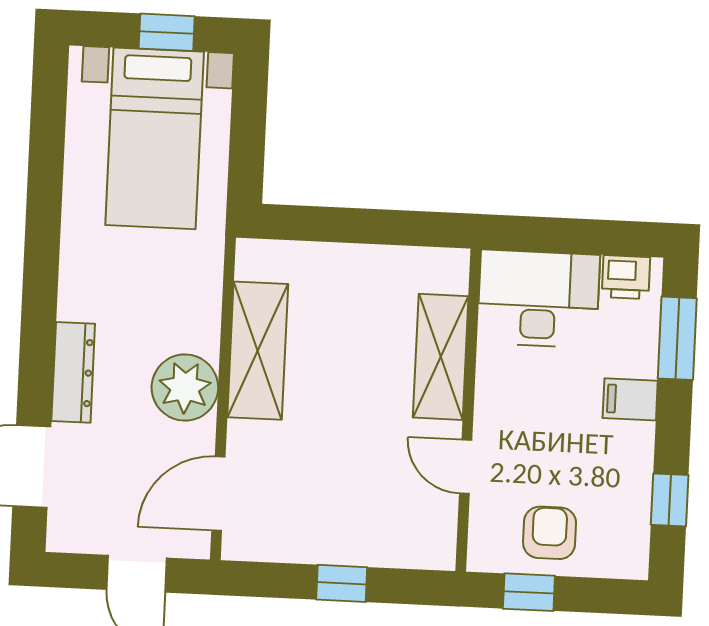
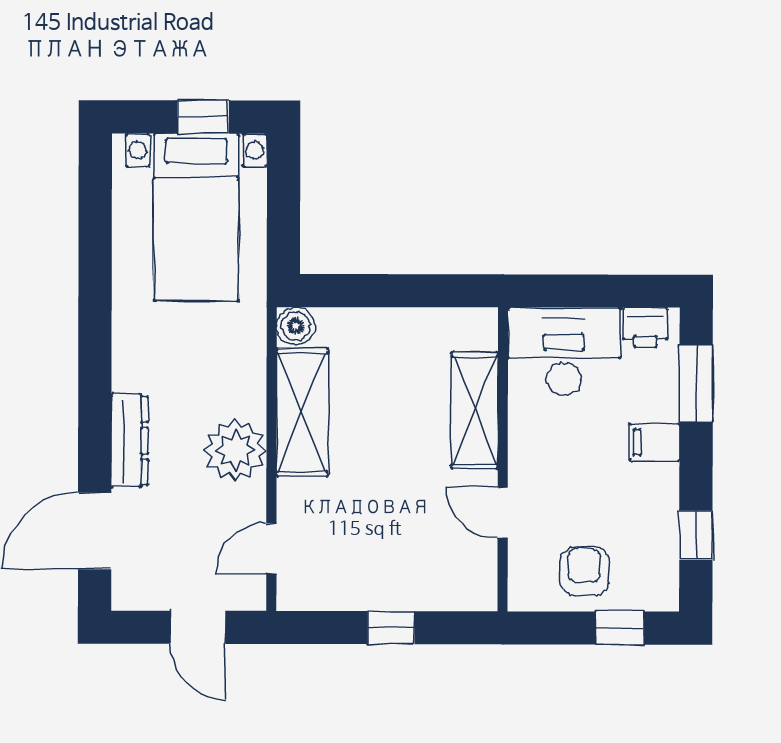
boiler: (255, 259) -> (296, 326), added
door: (218, 494) -> (271, 549), width x0.73
window: (529, 592) -> (620, 628), moved

